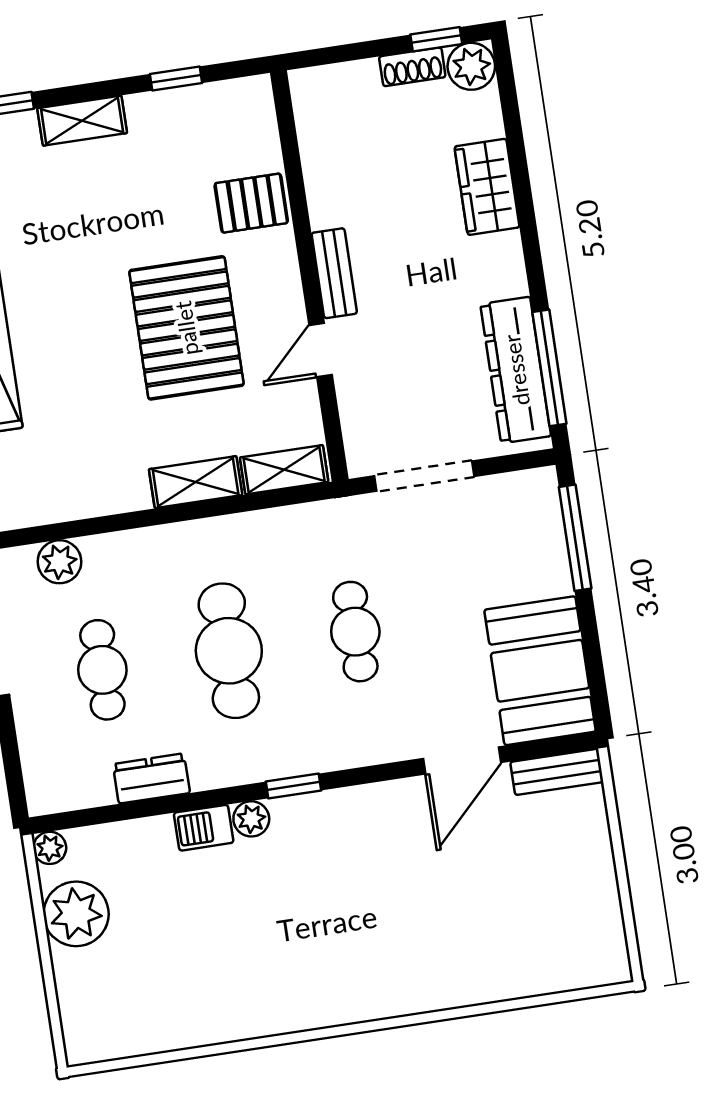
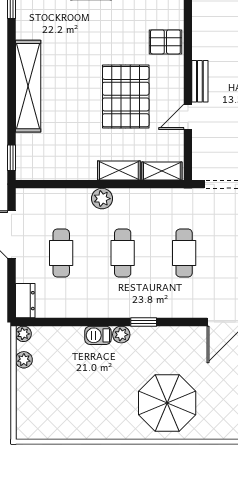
plant: (59, 562) -> (102, 199), moved
cafe table: (229, 651) -> (123, 253), width x0.73, depth x0.74
dresser: (151, 779) -> (25, 301), moved, turned 90
plant: (76, 914) -> (24, 360), width x0.53, depth x0.53
parasol: (367, 945) -> (167, 403), added

